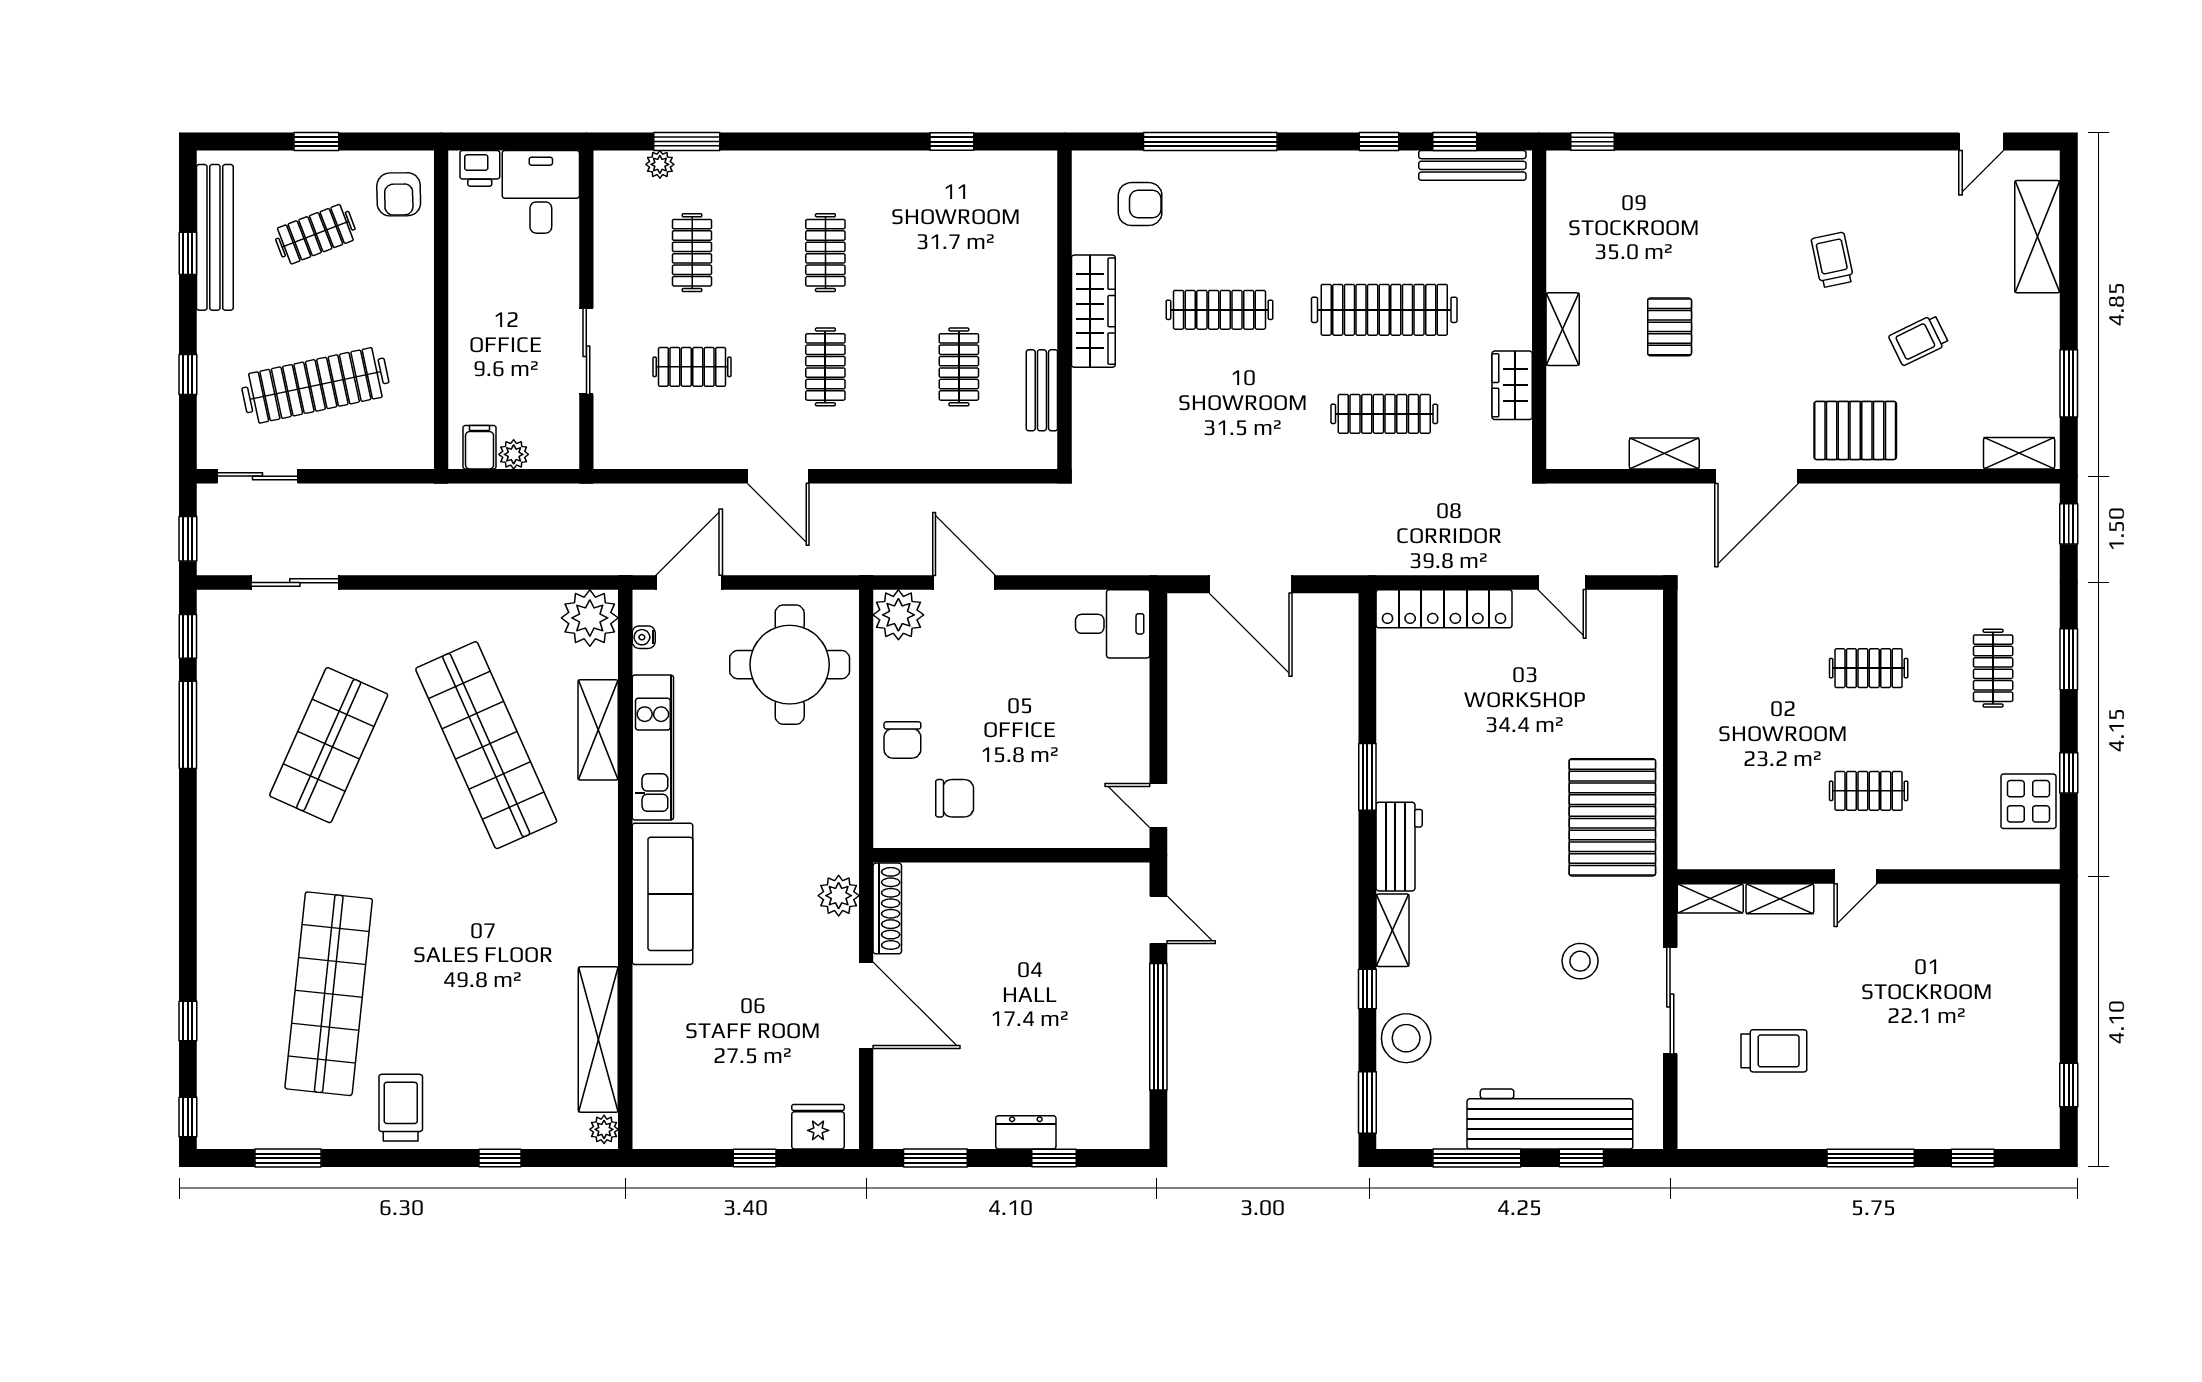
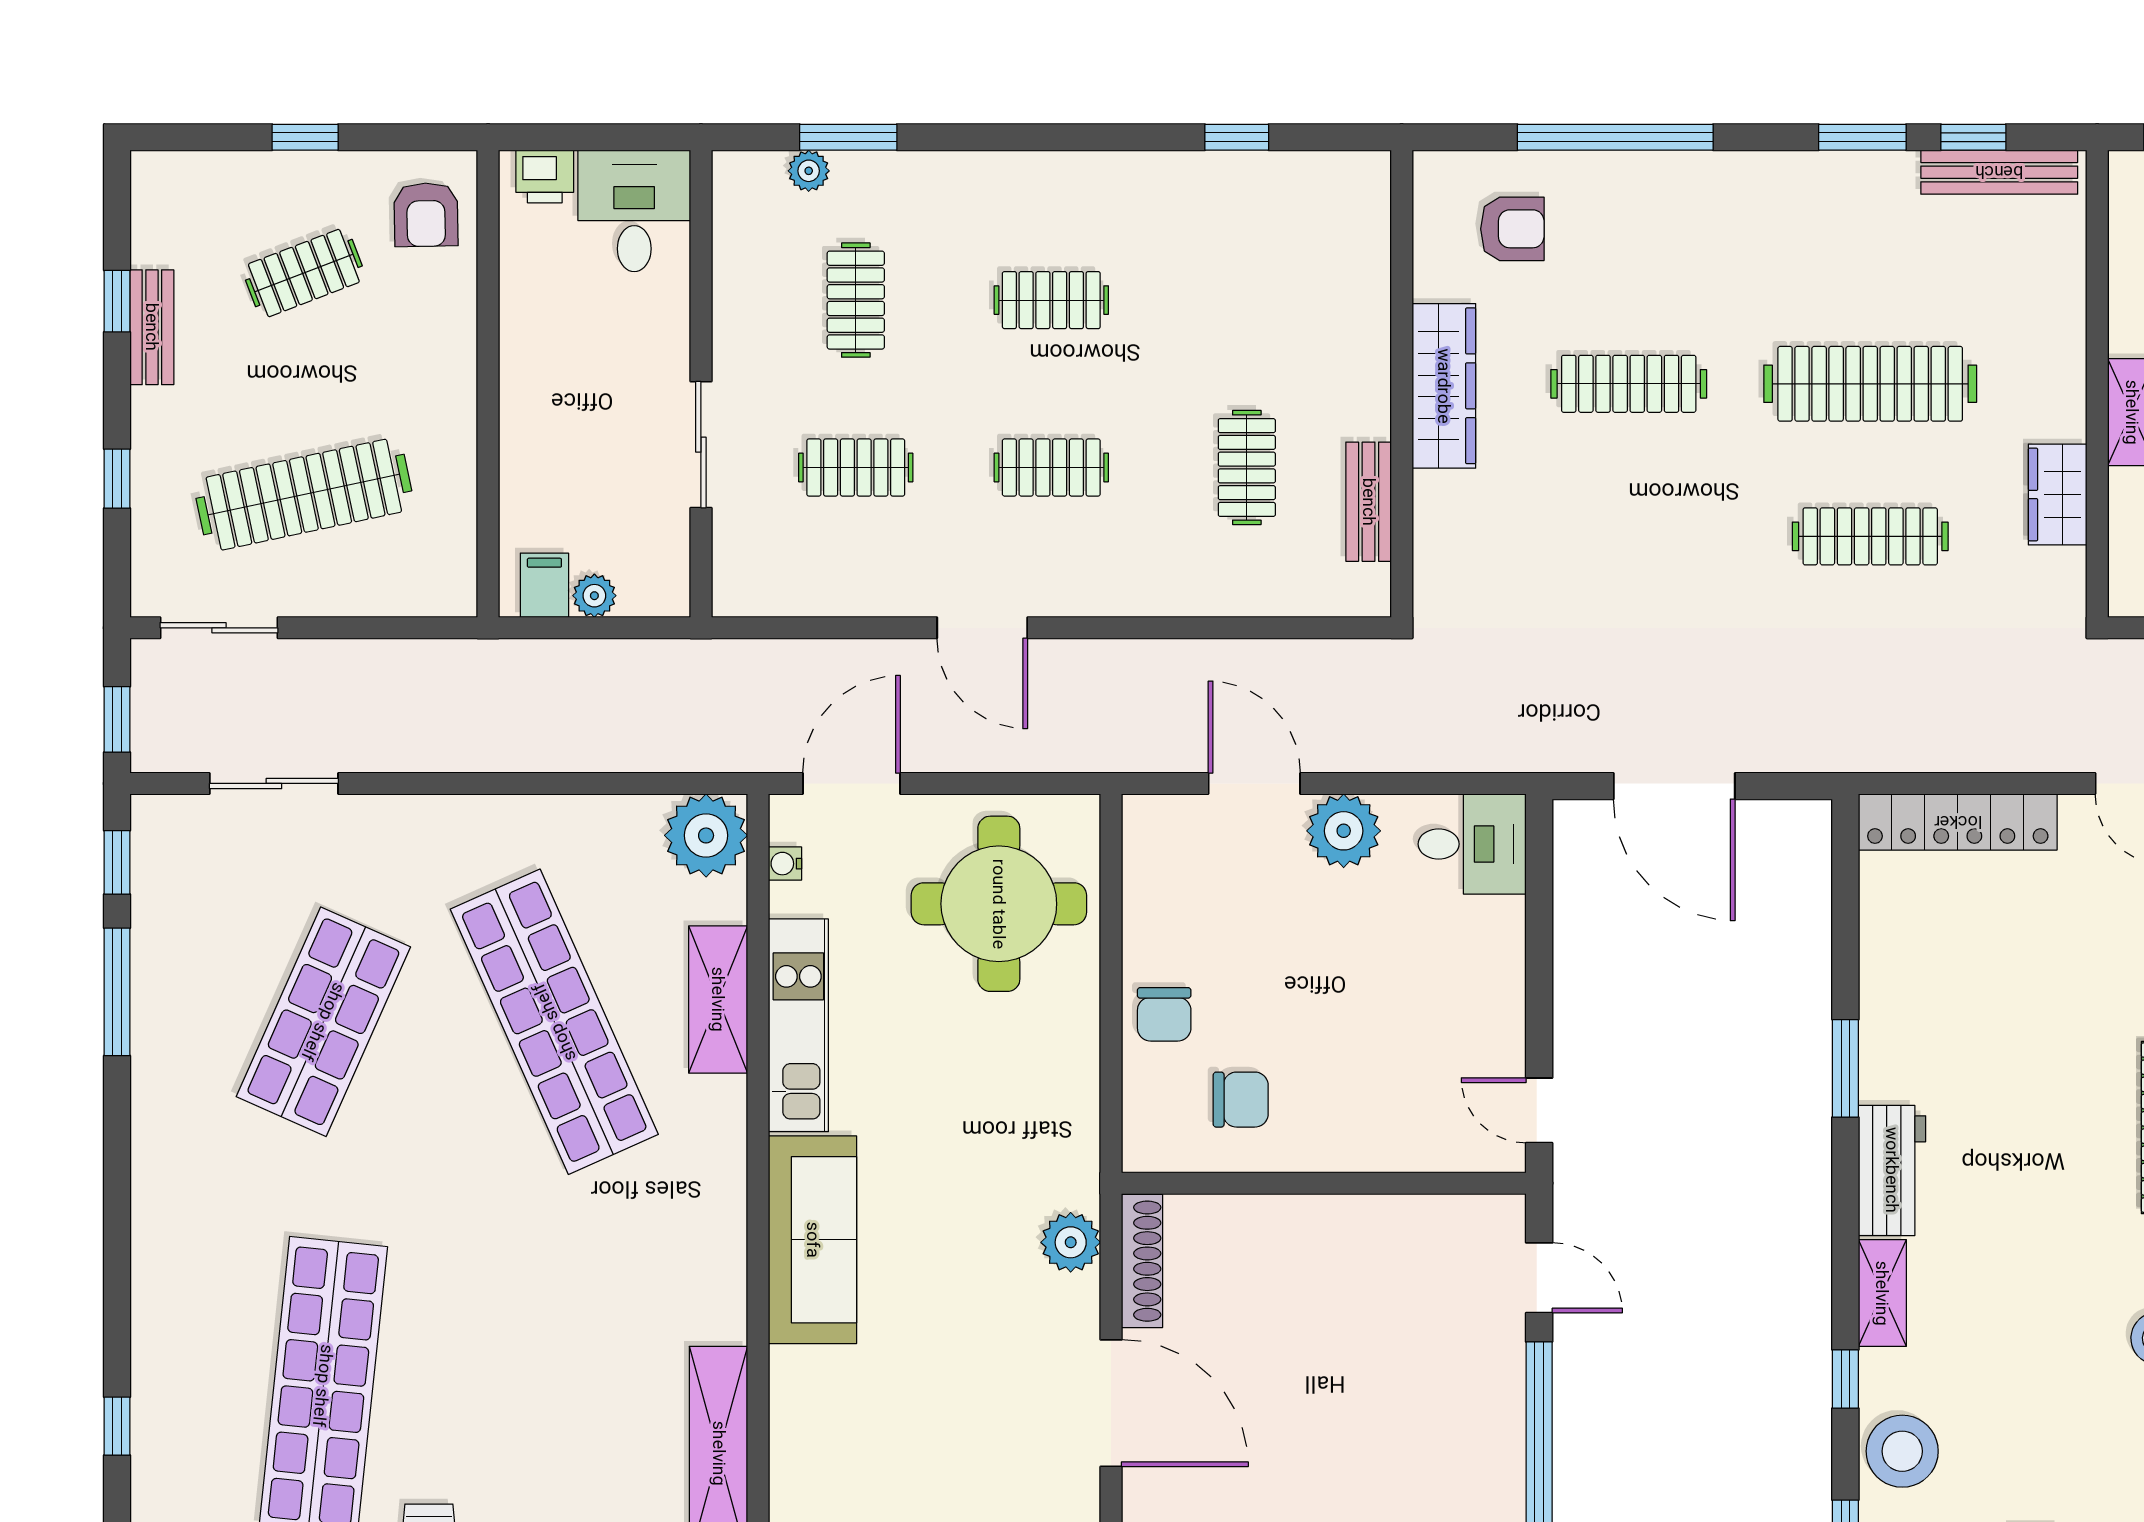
window: (1379, 142) -> (1862, 137), width x1.50
bench: (215, 237) -> (152, 327), width x0.54, depth x0.82
clothes rail: (825, 253) -> (1051, 300), turned 90
clothes rail: (825, 367) -> (1051, 468), turned 90
plant: (898, 615) -> (1344, 831), moved

